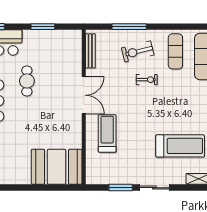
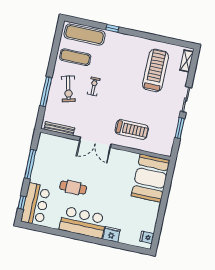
window: (43, 27) -> (30, 164), width x1.44
double door: (84, 95) -> (95, 142), swing flipped
treadmill: (107, 133) -> (132, 130), turned 180

